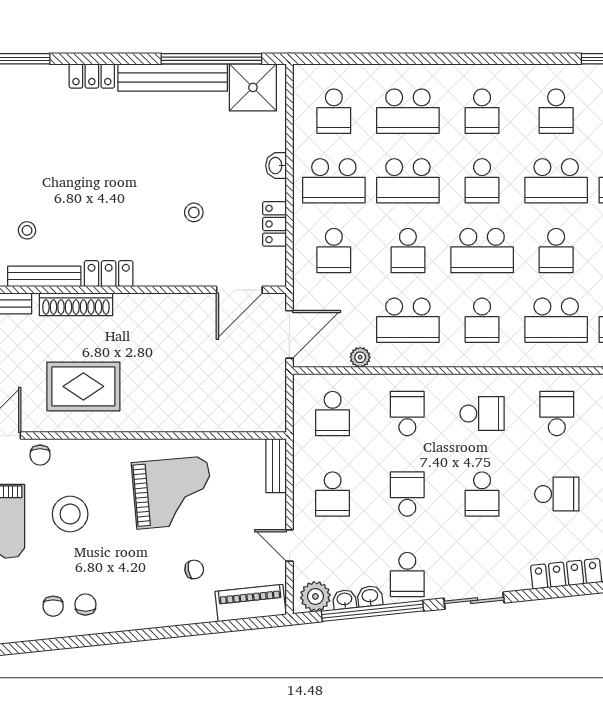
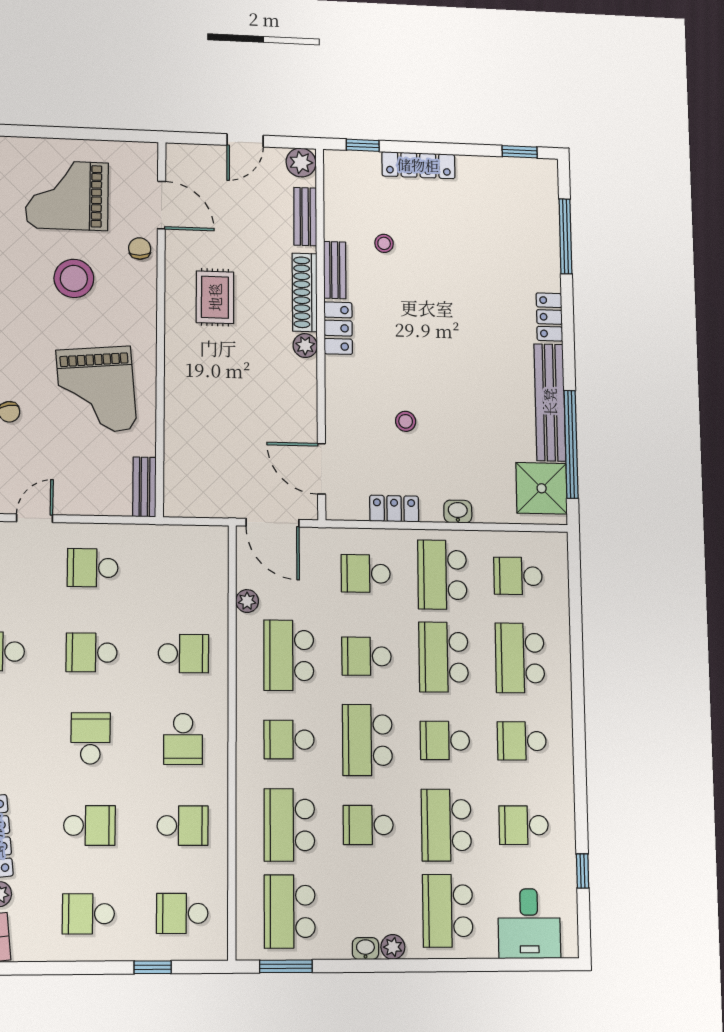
bench: (44, 276) -> (335, 270), width x0.73
plant: (126, 304) -> (305, 346), added
rug: (83, 386) -> (215, 297), width x0.73, depth x0.70
school desk: (333, 414) -> (184, 569), removed
chair: (40, 455) -> (140, 249), turned 87
bench: (276, 466) -> (144, 487), moved, turned 90
school desk: (407, 494) -> (92, 652), turned 180
school desk: (482, 494) -> (91, 738), turned 90
school desk: (557, 494) -> (89, 825), turned -90

